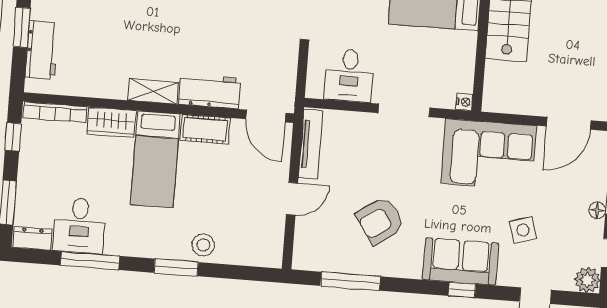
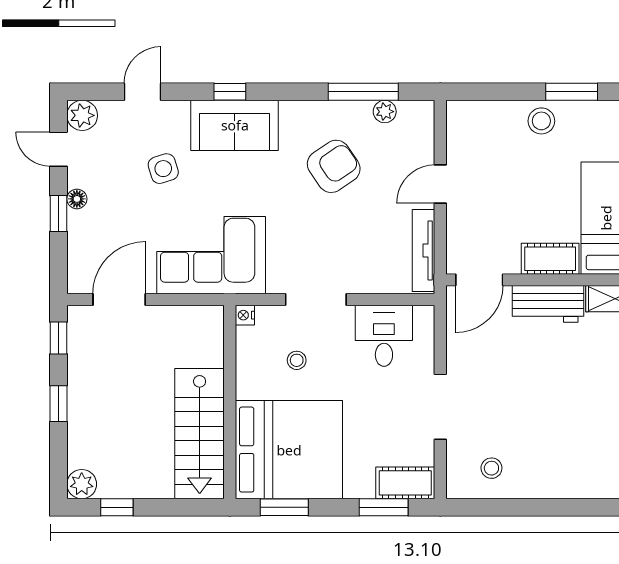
stool: (424, 61) -> (297, 360), added
door: (266, 116) -> (479, 280), swing flipped
plant: (334, 263) -> (385, 112), added

